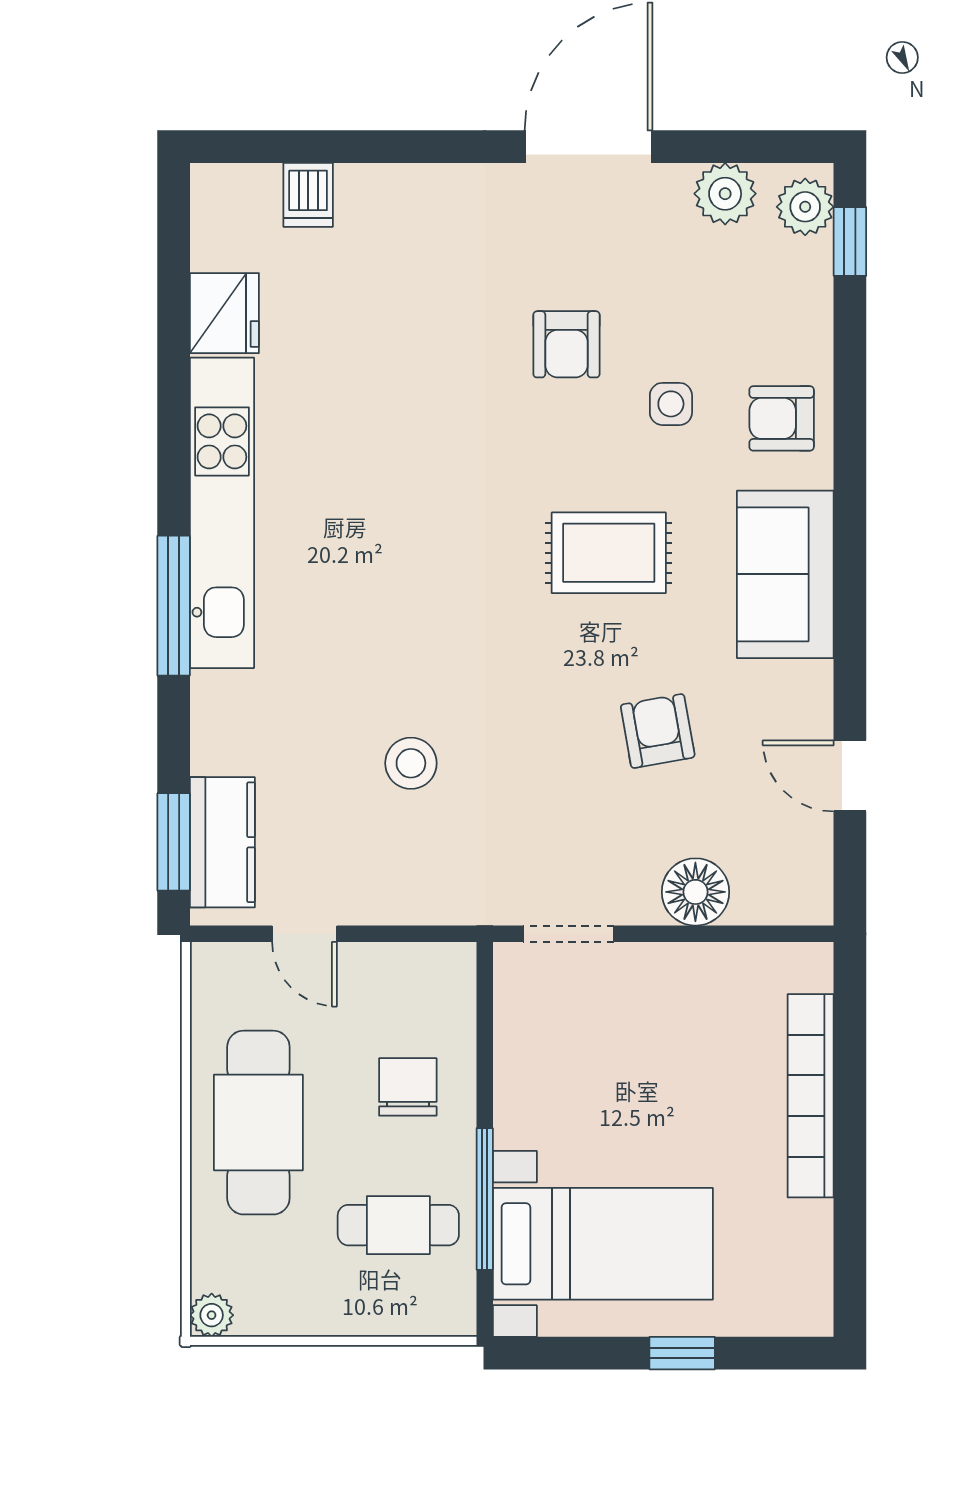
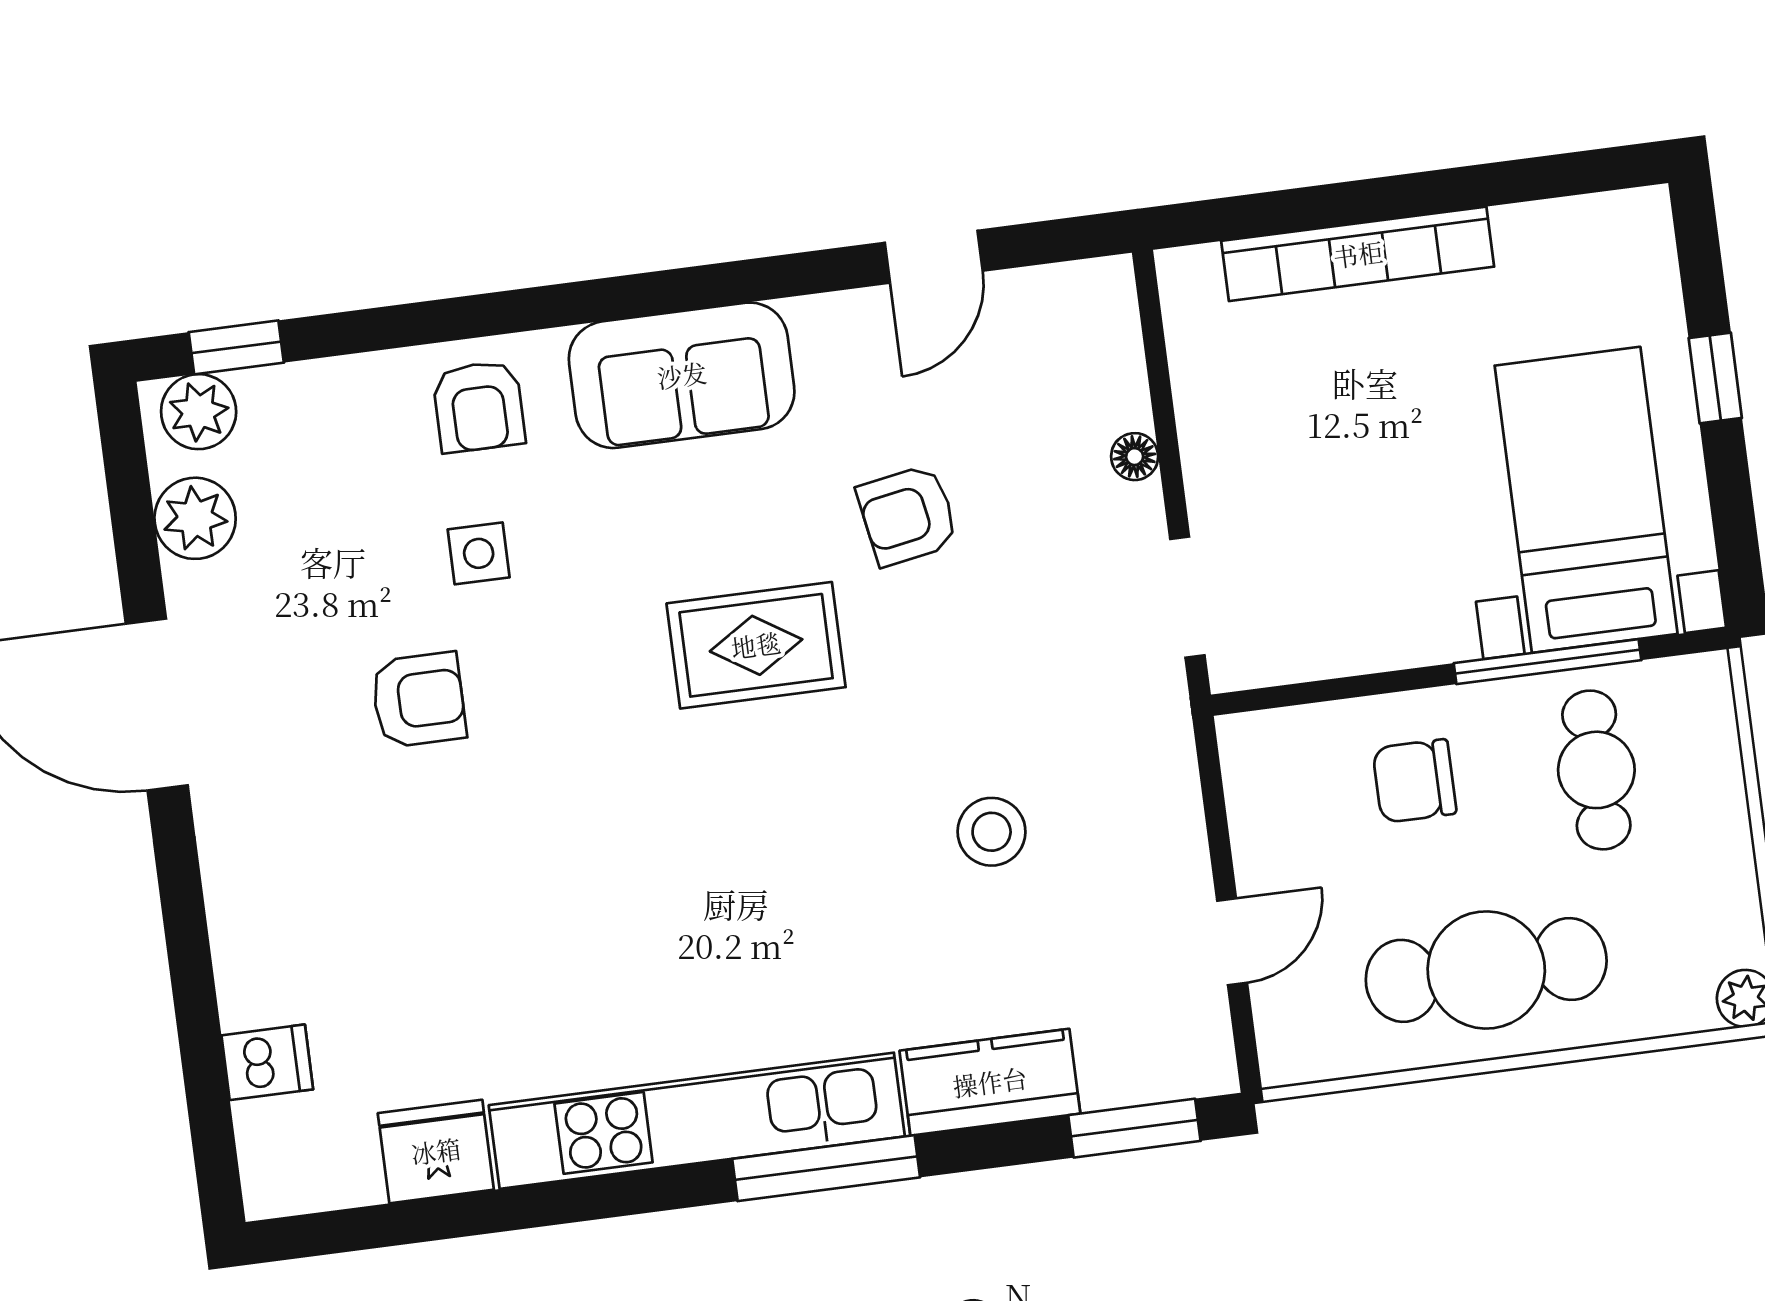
rug: (609, 553) -> (756, 645), moved, turned 90
kitchen counter: (222, 842) -> (990, 1082), moved
floor lamp: (695, 892) -> (1135, 457), width x0.53, depth x0.53

